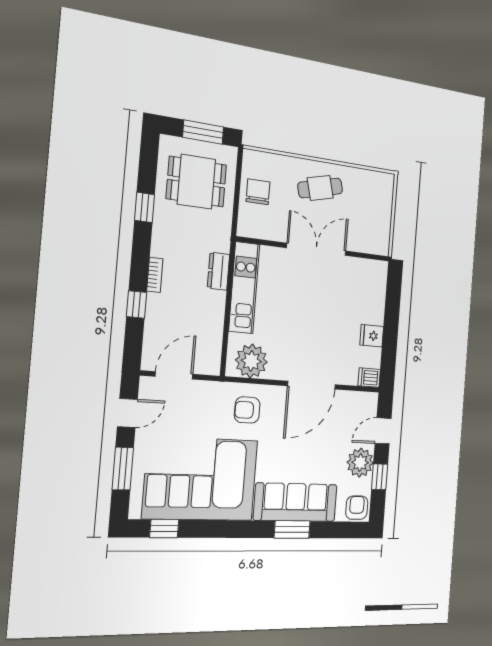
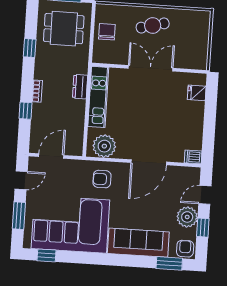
fridge: (372, 336) -> (197, 93), moved
window: (292, 530) -> (169, 263), moved

